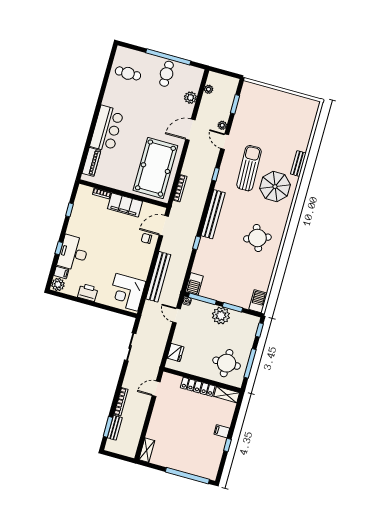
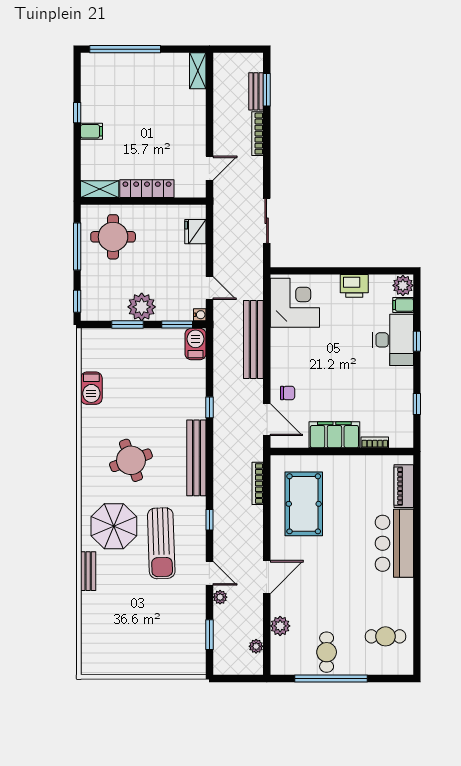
pool table: (155, 168) -> (304, 504), width x0.73, depth x0.76
door: (164, 226) -> (267, 420), hinge flipped
round table: (257, 238) -> (131, 460), moved
window: (202, 299) -> (177, 324), width x0.69
barbecue: (258, 301) -> (91, 388), moved

